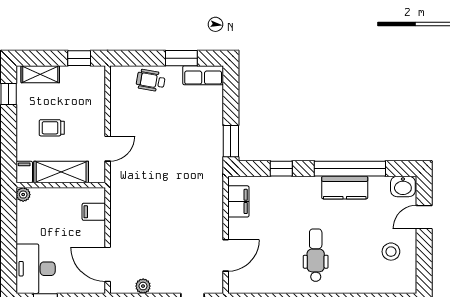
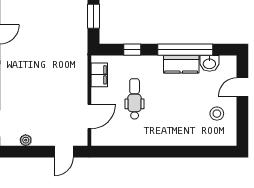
window: (231, 141) -> (93, 16), moved
washbasin: (403, 186) -> (209, 63), moved
dental chair: (316, 255) -> (135, 99), moved

